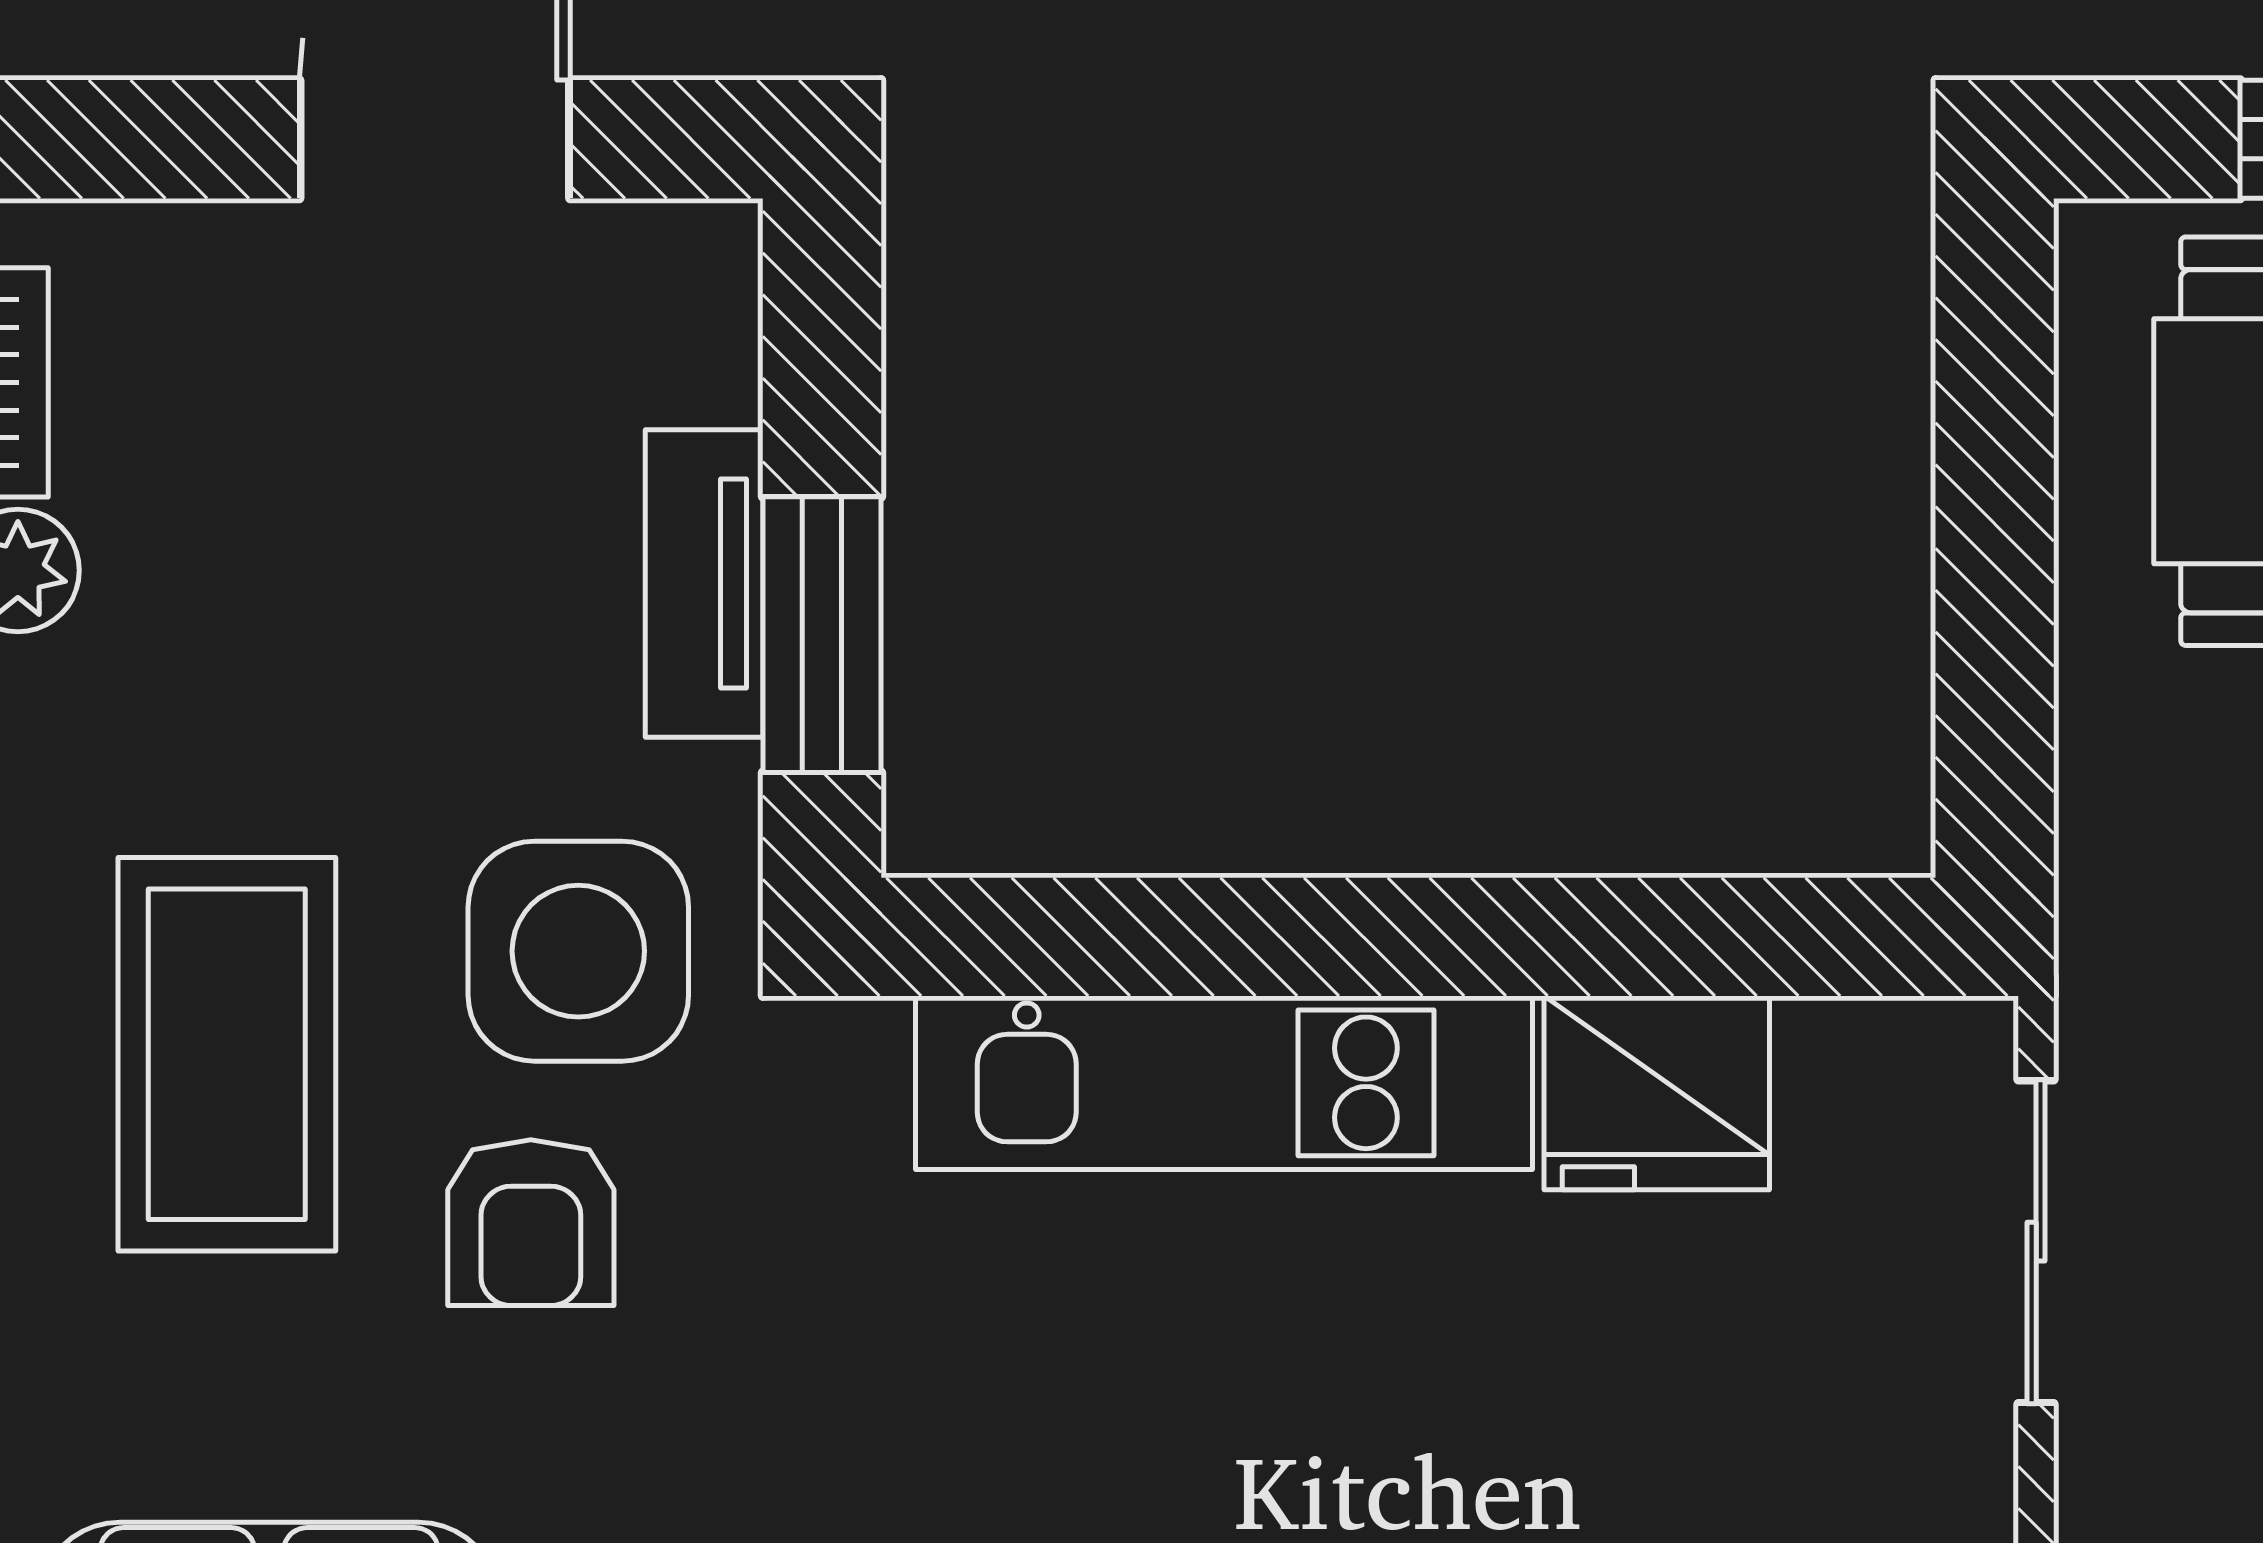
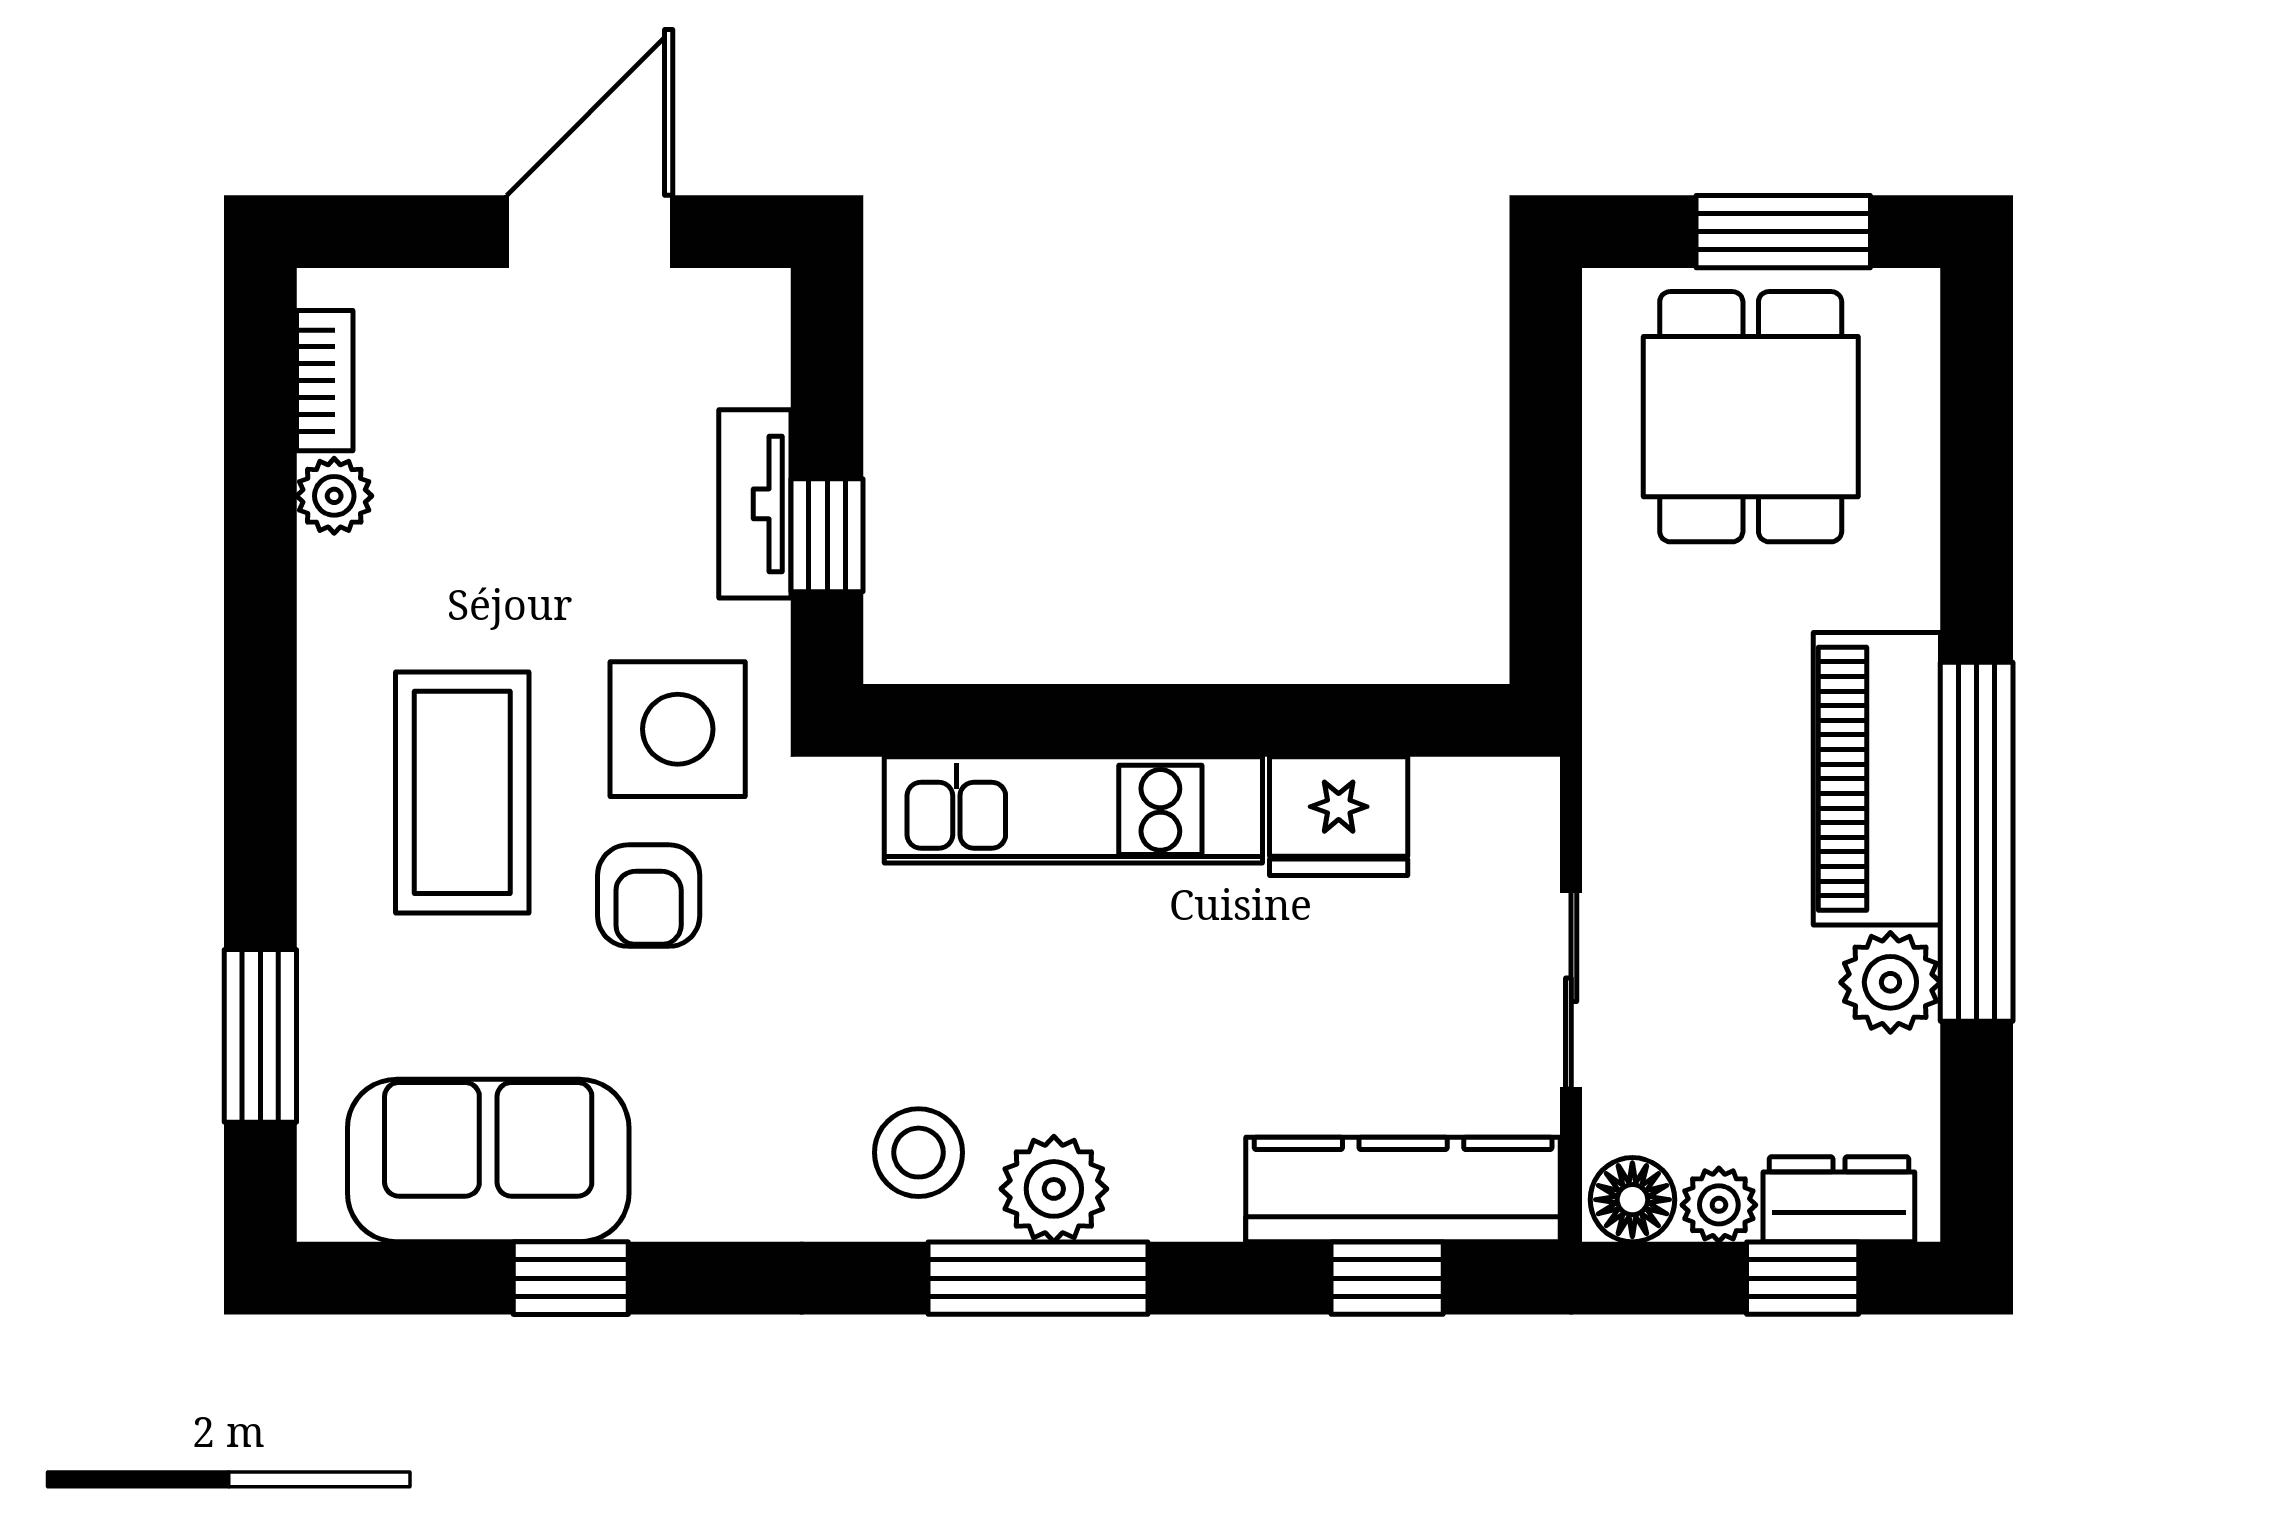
window: (822, 635) -> (827, 535), width x0.67
sliding door: (2036, 1242) -> (1571, 990), moved

